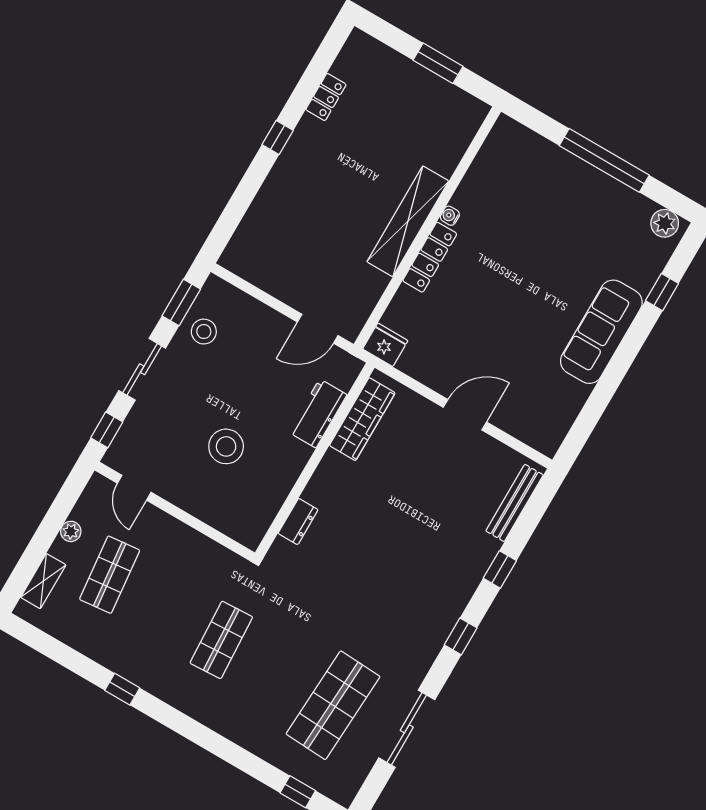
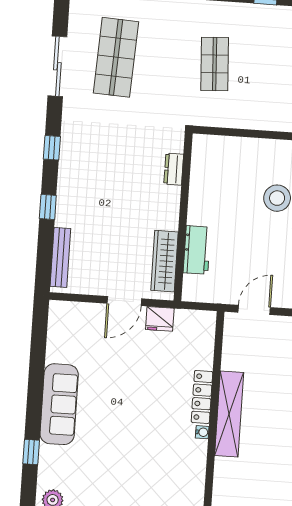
fridge: (385, 345) -> (160, 319), moved
workbench: (318, 413) -> (197, 250), moved
wardrobe: (362, 419) -> (165, 261), moved
wall: (315, 460) -> (183, 217), moved
dresser: (298, 522) -> (174, 169), moved

